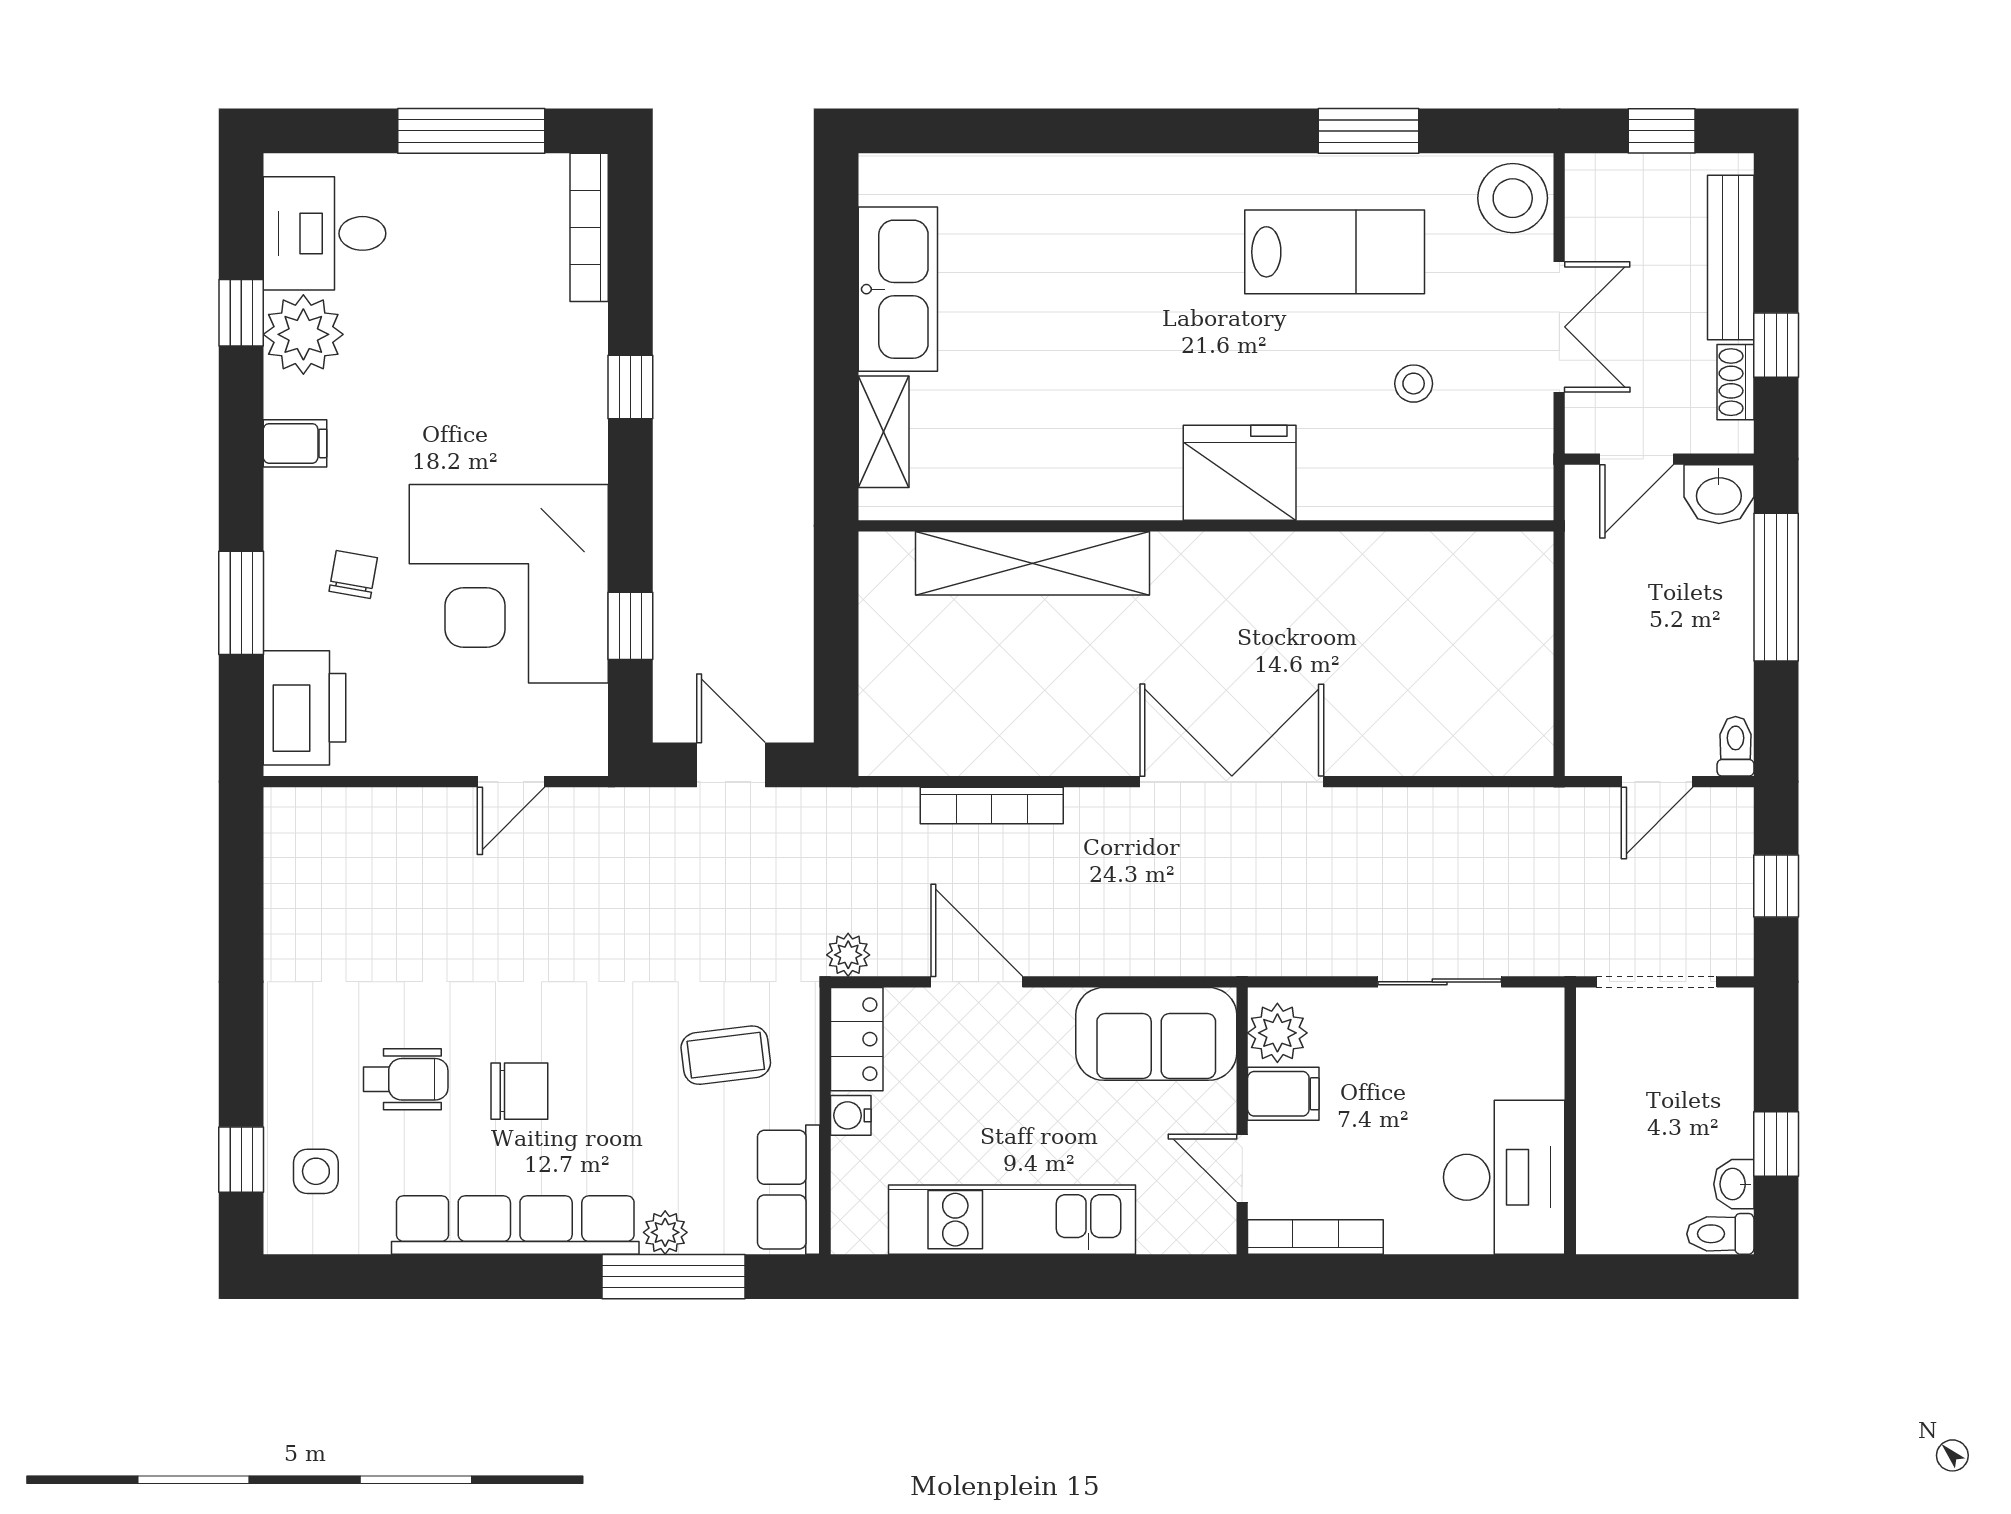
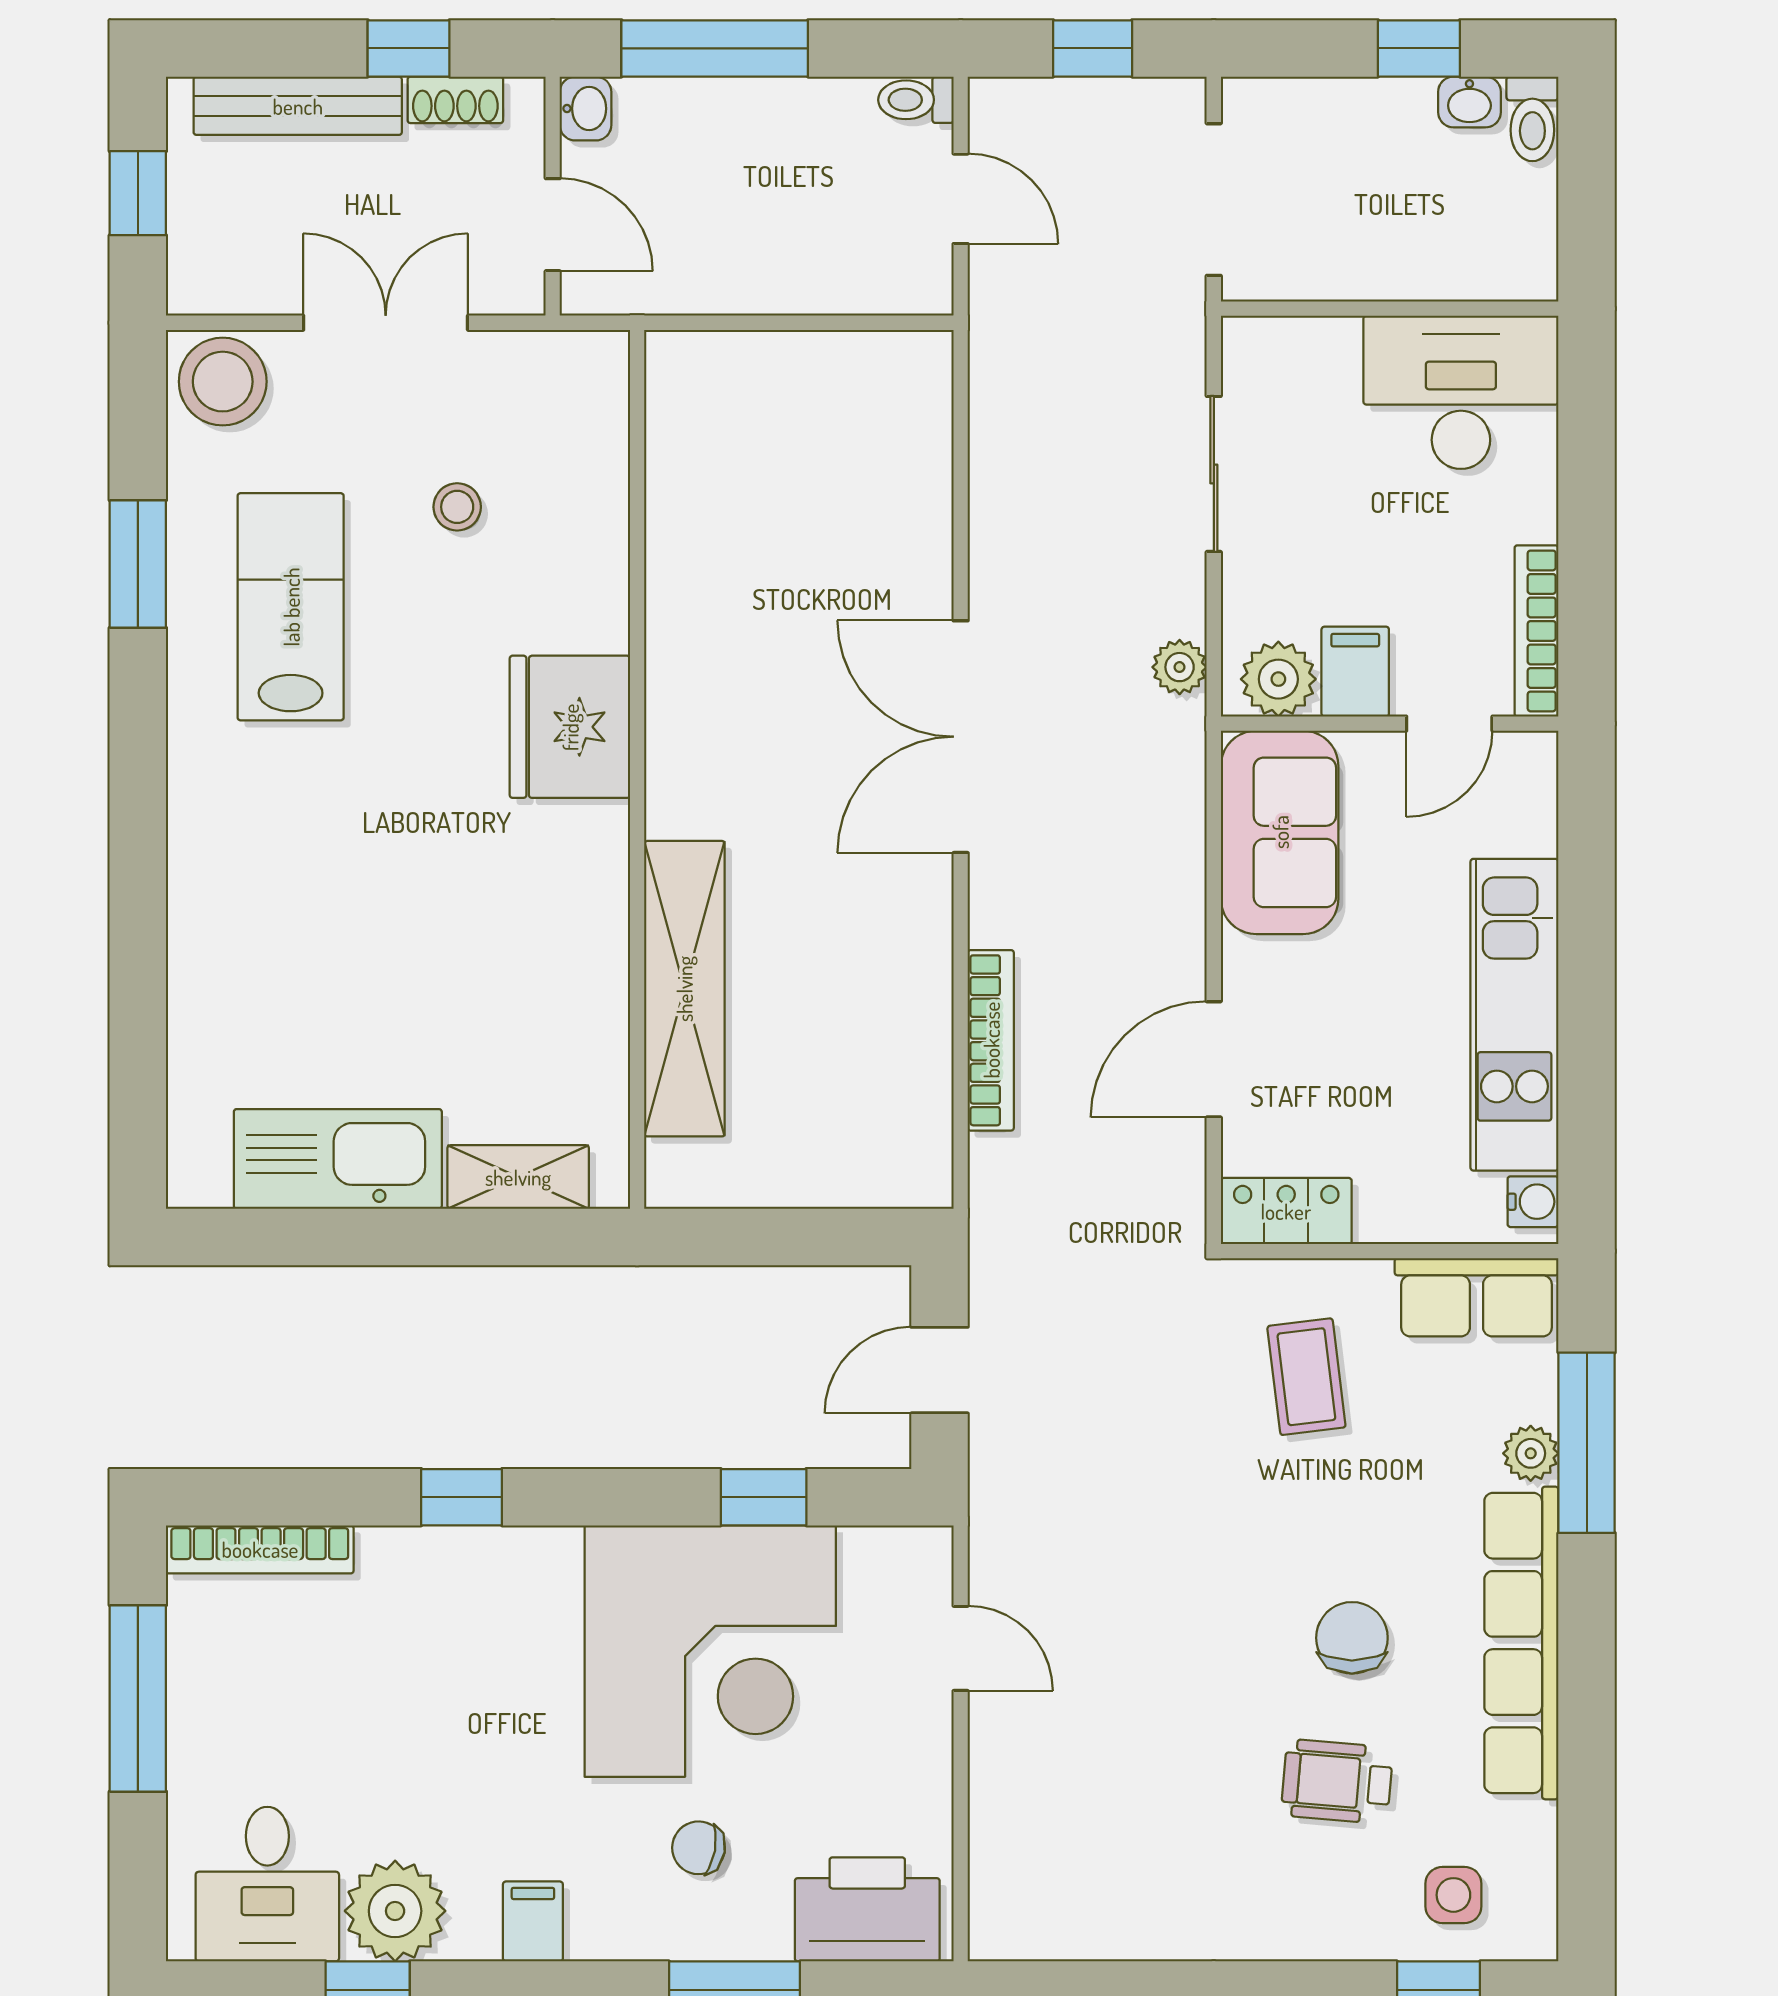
washbasin: (1719, 494) -> (586, 109), width x0.72, depth x0.69
plant: (848, 955) -> (1180, 667), moved
wheelchair: (406, 1079) -> (1337, 1782), turned -85
water cooler: (851, 1115) -> (1533, 1202), moved, turned -90

